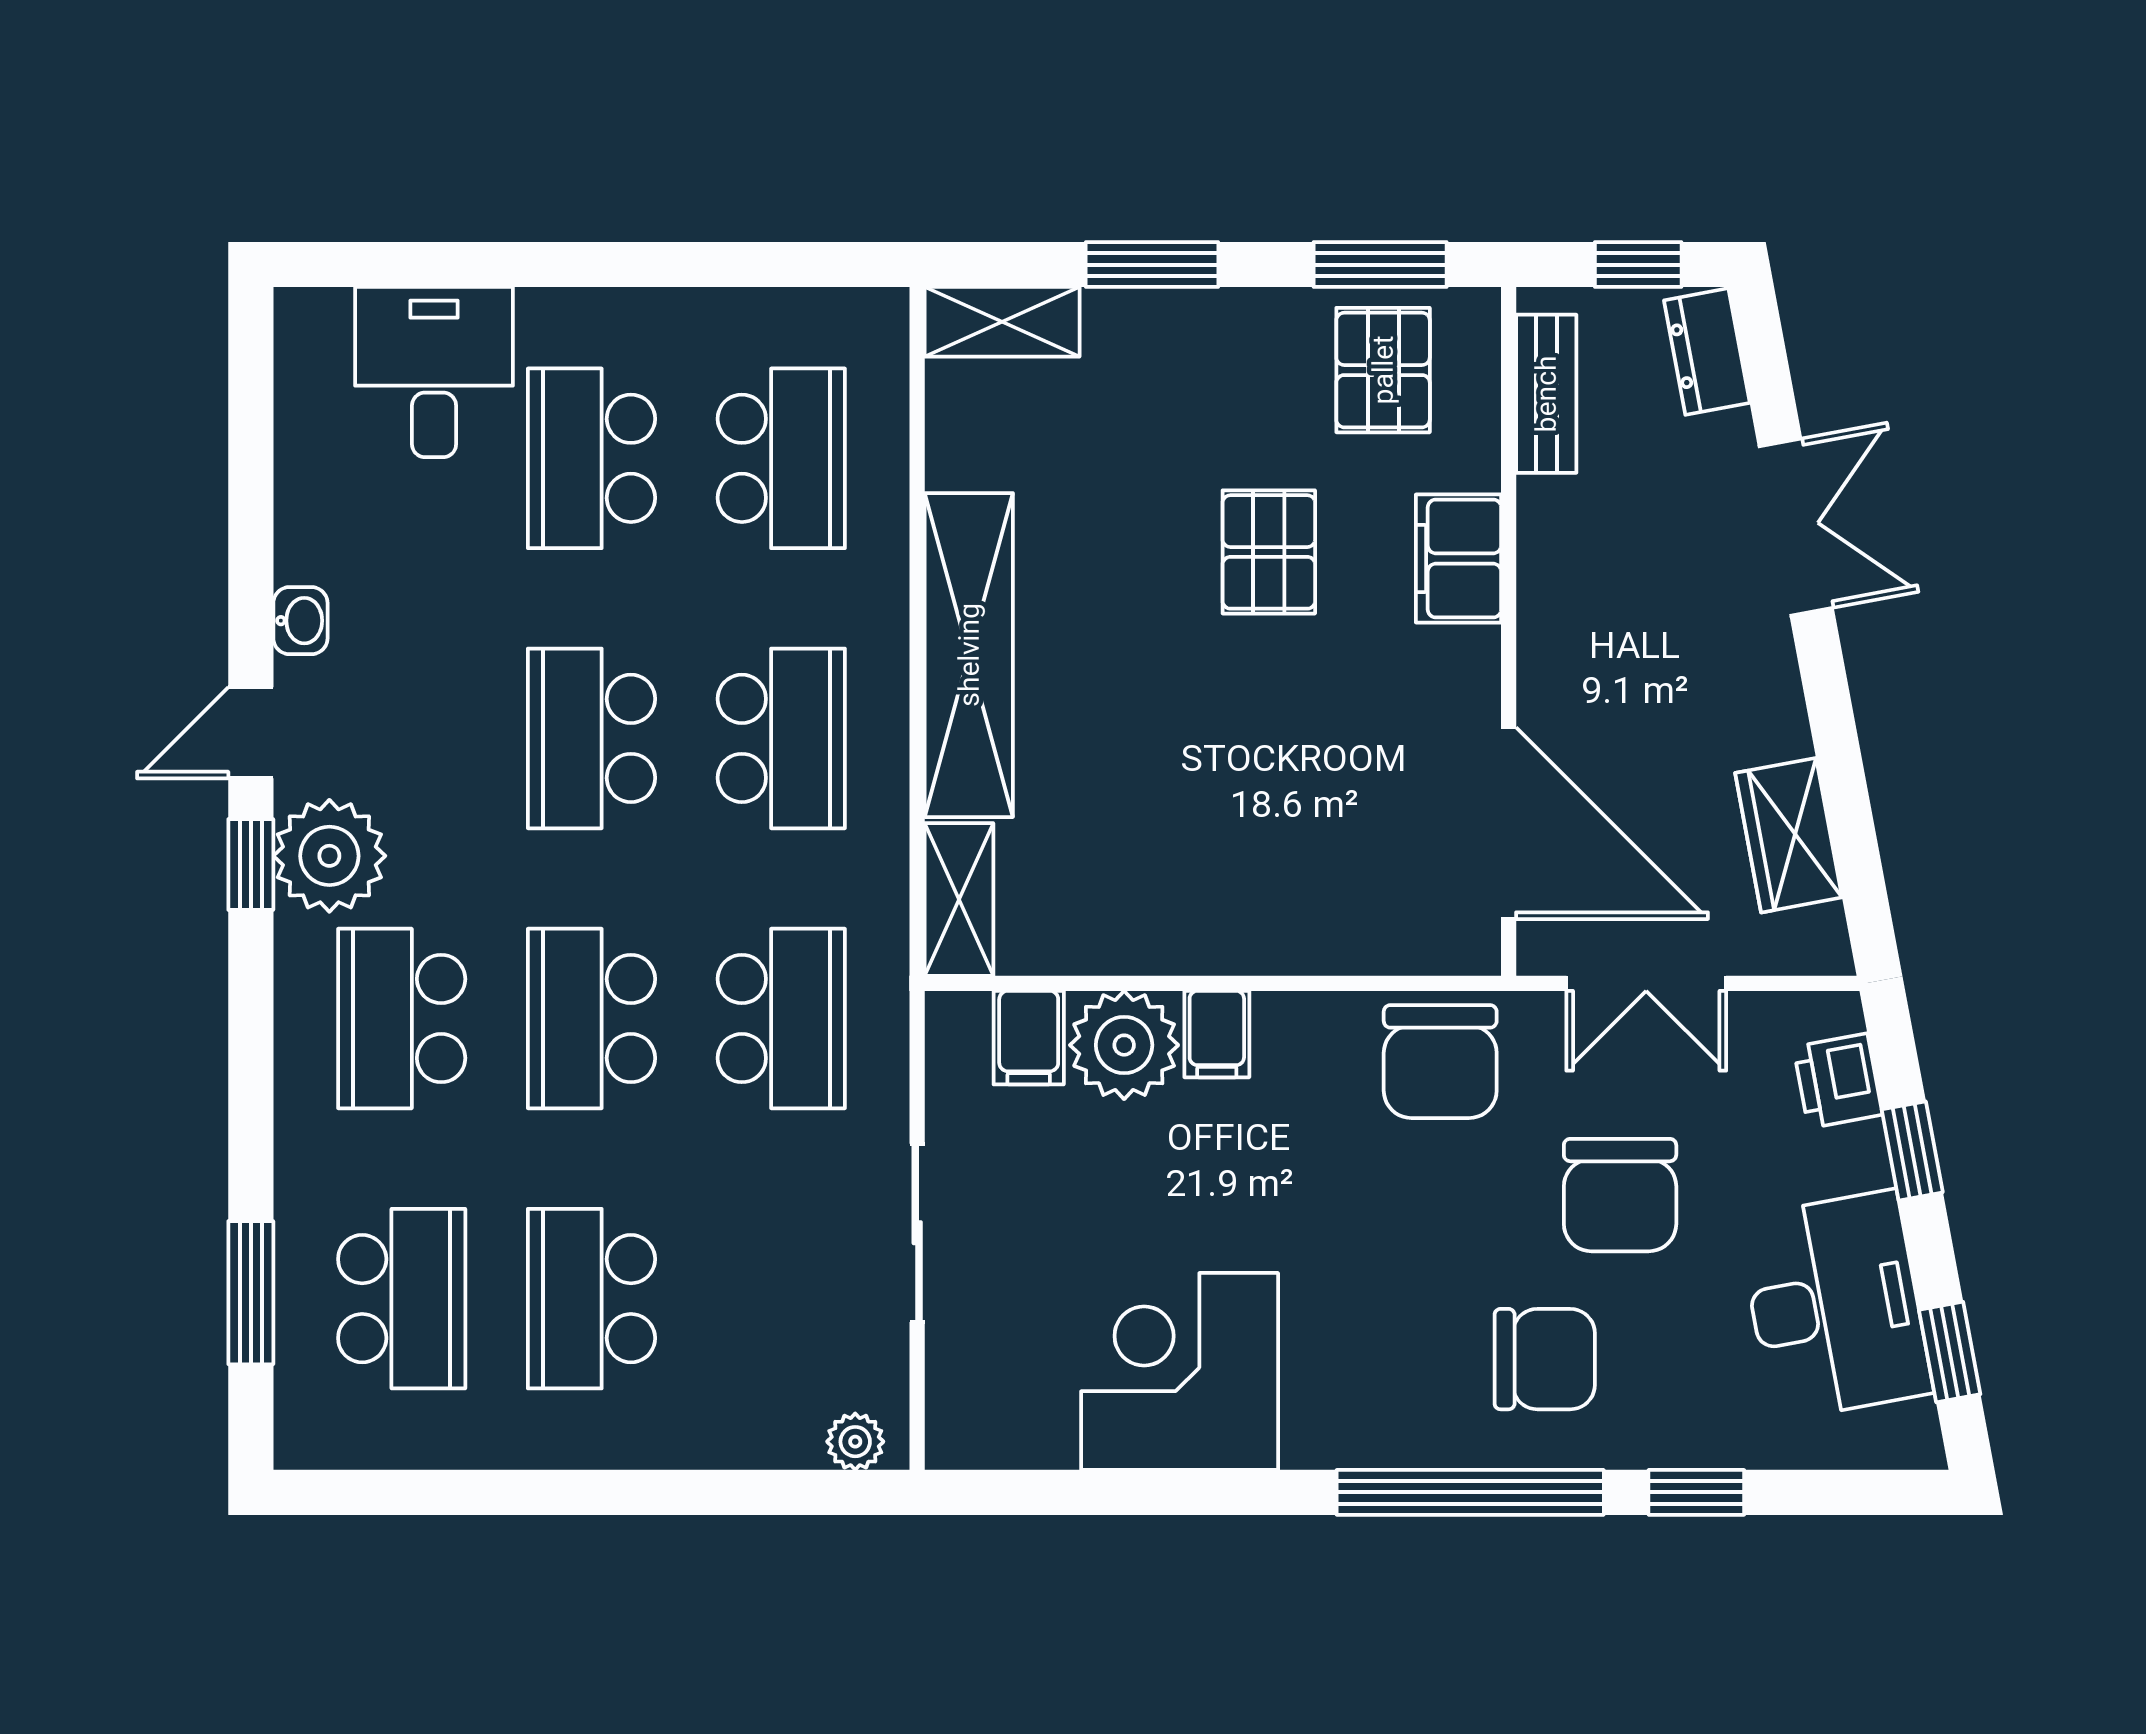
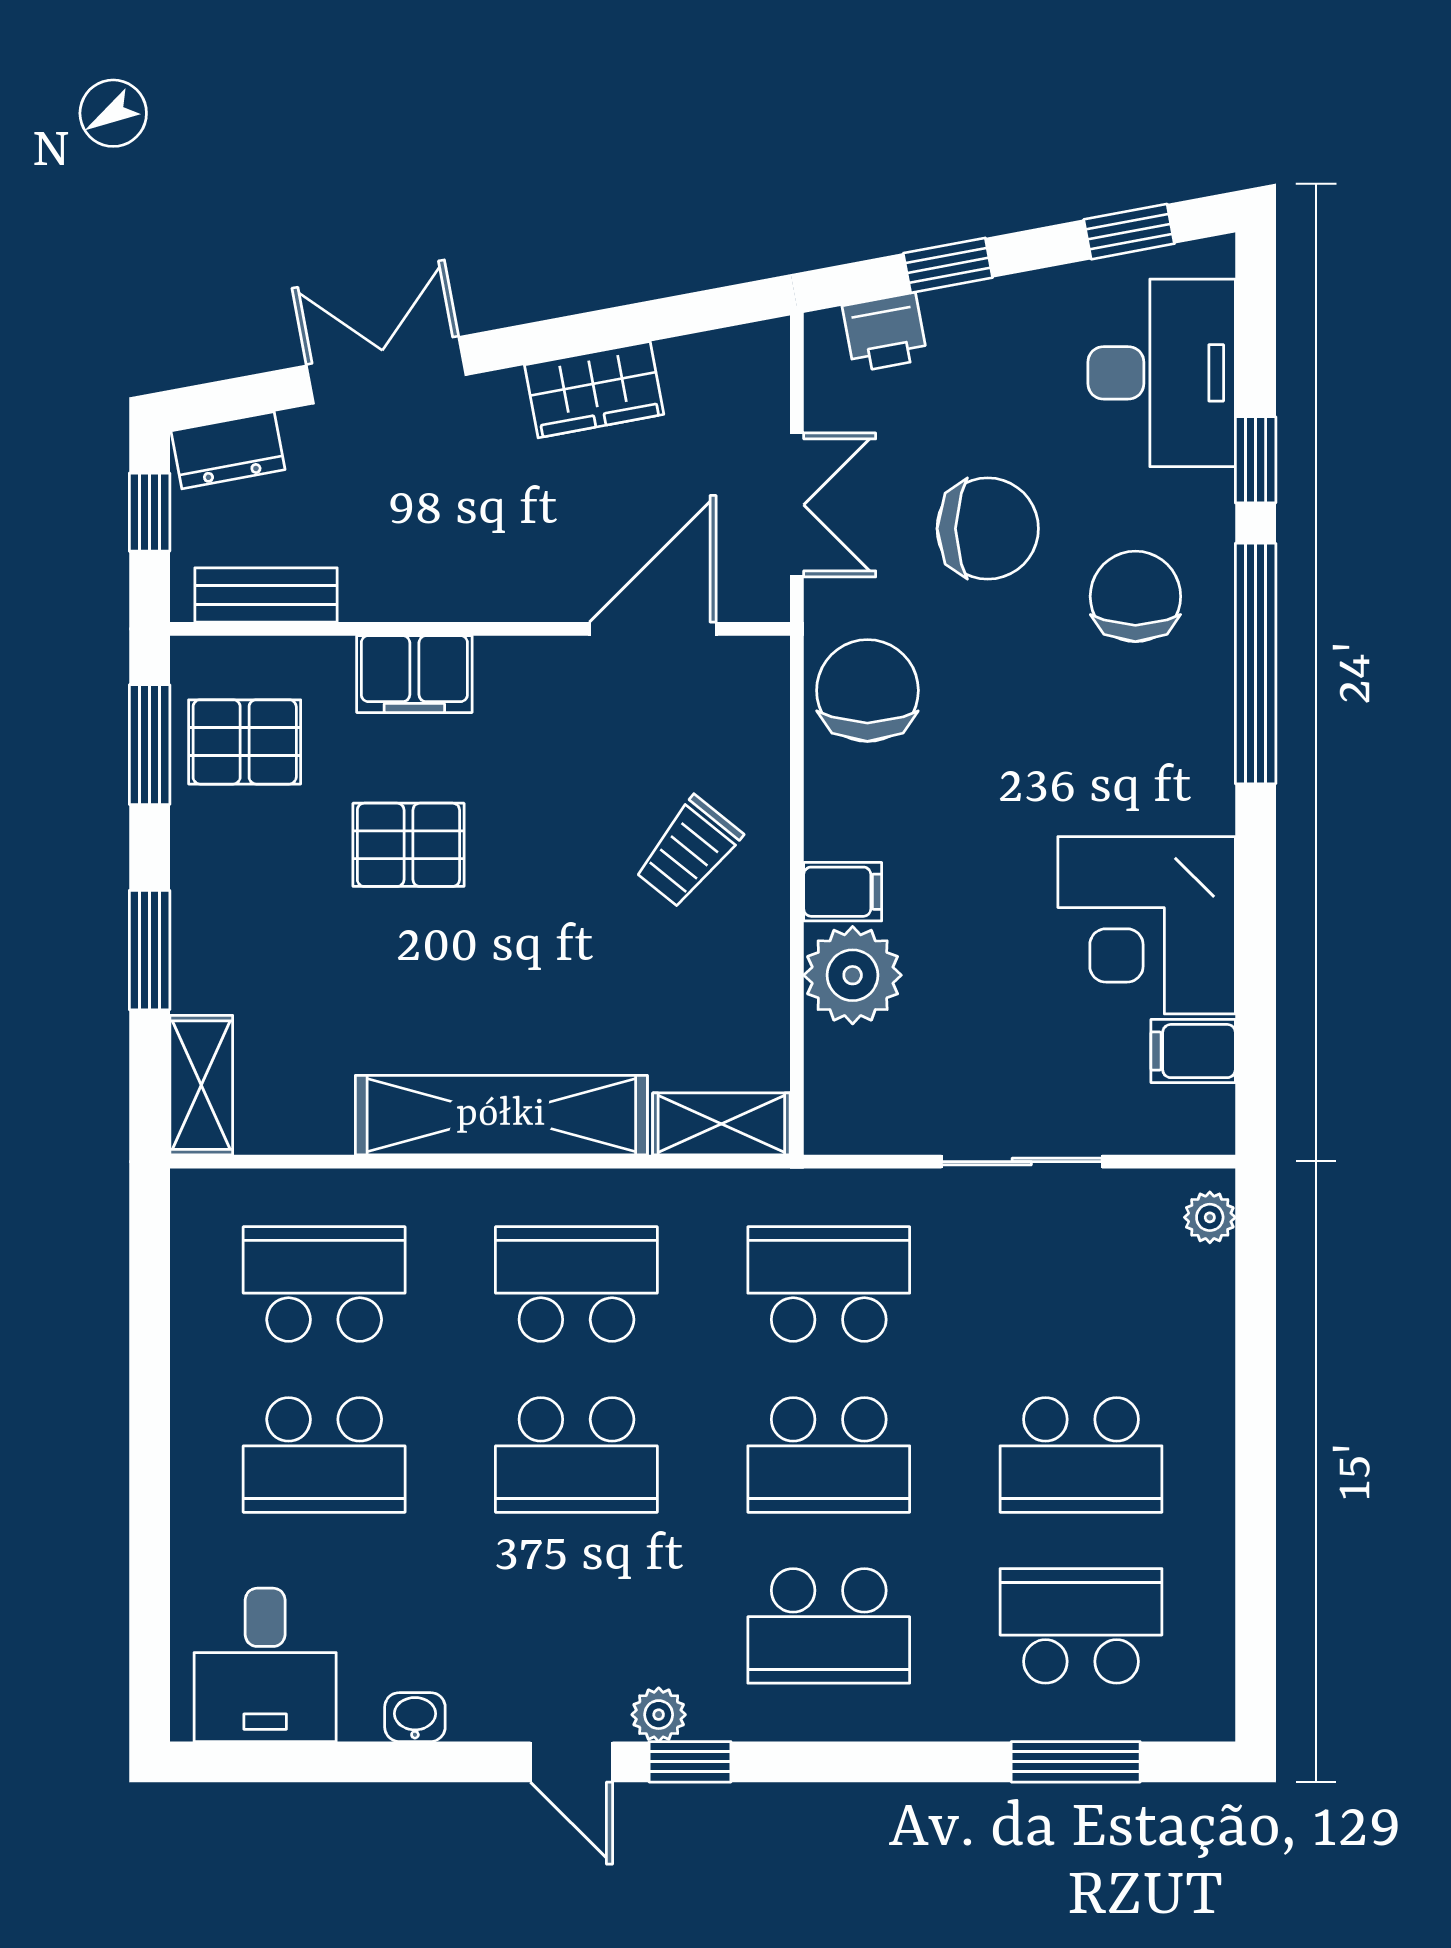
desk: (434, 372) -> (265, 1665), moved, turned -90
washbasin: (300, 621) -> (415, 1717), moved
door: (1509, 823) -> (653, 629), width x0.73
wardrobe: (1789, 835) -> (594, 390), moved
plant: (329, 856) -> (659, 1715), width x0.53, depth x0.53
trolley: (1261, 863) -> (688, 852), added
filing cabinet: (1029, 1038) -> (1193, 1051), moved, turned 180
chair: (1440, 1062) -> (867, 690), turned -90
desk: (1835, 1306) -> (1162, 373), moved, turned 101

